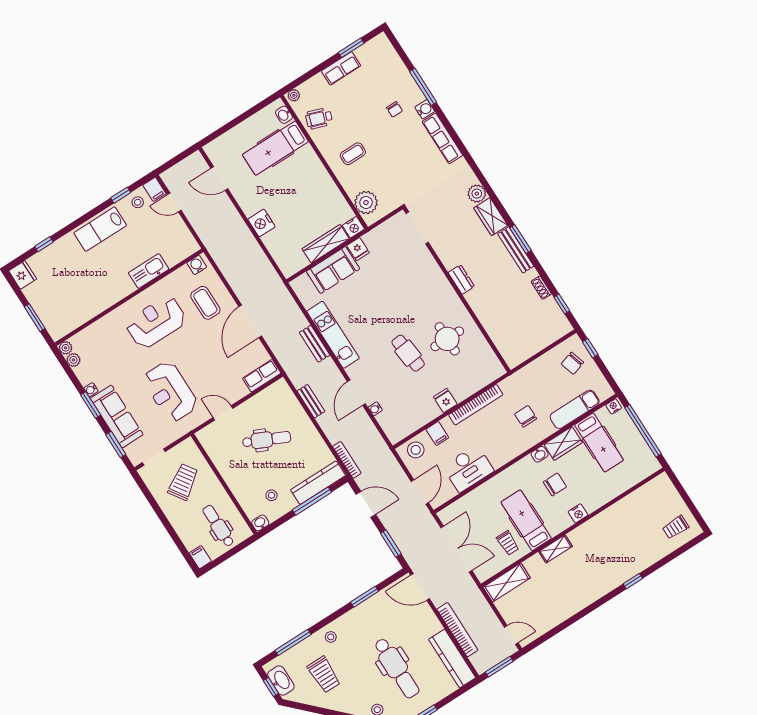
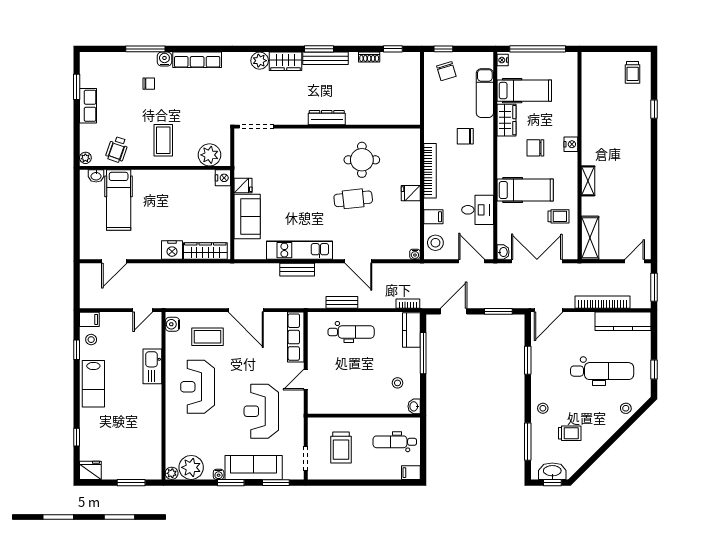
coffee table: (353, 154) -> (163, 140), width x1.36, depth x1.30
door: (174, 203) -> (143, 310), moved
wardrobe: (326, 244) -> (205, 251), moved, turned 90
dresser: (461, 280) -> (327, 118), width x1.44
plant: (73, 360) -> (191, 467), width x1.88, depth x1.88
row of seats: (262, 376) -> (296, 337), width x1.48
reception desk: (170, 392) -> (261, 411), turned 90
water cooler: (375, 409) -> (415, 254), moved
dental chair: (267, 440) -> (351, 332), moved, turned 65
washbasin: (540, 454) -> (503, 252), moved
bookcase: (347, 460) -> (408, 304), width x0.64
desk: (468, 468) -> (478, 210), width x0.73
trolley: (183, 482) -> (341, 447), turned -146
kitchen counter: (318, 483) -> (411, 330), width x0.67
chair: (555, 484) -> (535, 148), turned -90
hospital bed: (526, 520) -> (525, 190), moved, turned 180
window: (633, 581) -> (654, 109), moved
trolley: (324, 675) -> (570, 433), width x0.73, depth x0.72

